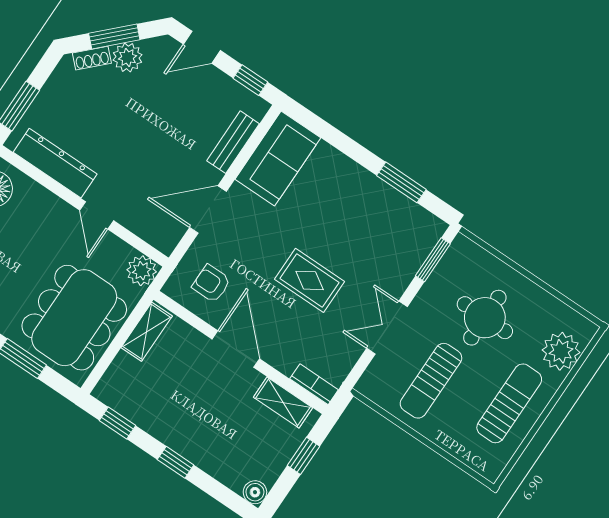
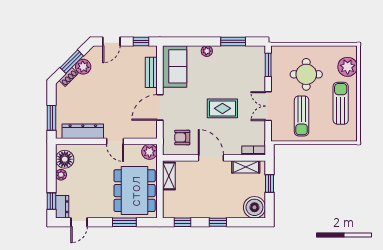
plant: (348, 169) -> (207, 51), added
boiler: (255, 492) -> (254, 207), width x1.86, depth x1.86

